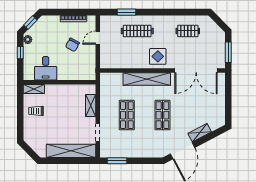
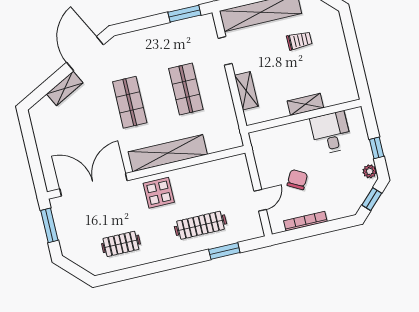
shelving: (34, 89) -> (305, 104), moved
trolley: (36, 111) -> (299, 41), moved

